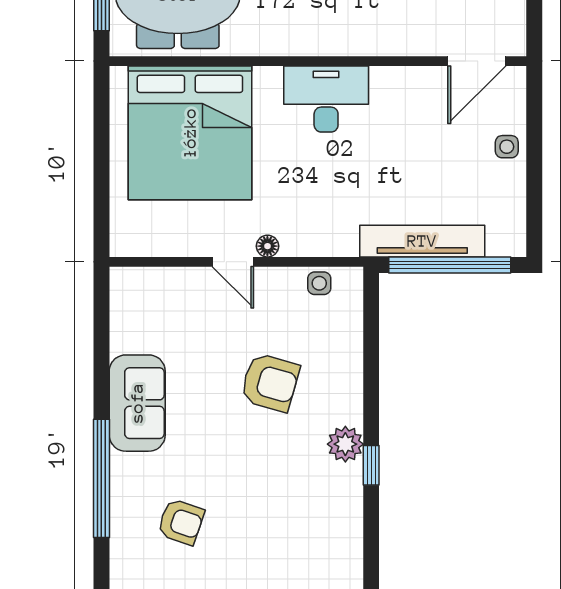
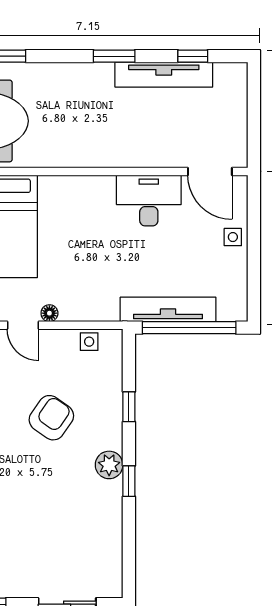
door: (477, 61) -> (210, 171), hinge flipped
desk: (326, 99) -> (149, 200), moved
window: (371, 368) -> (129, 407), added
armchair: (270, 382) -> (51, 418), turned -71

